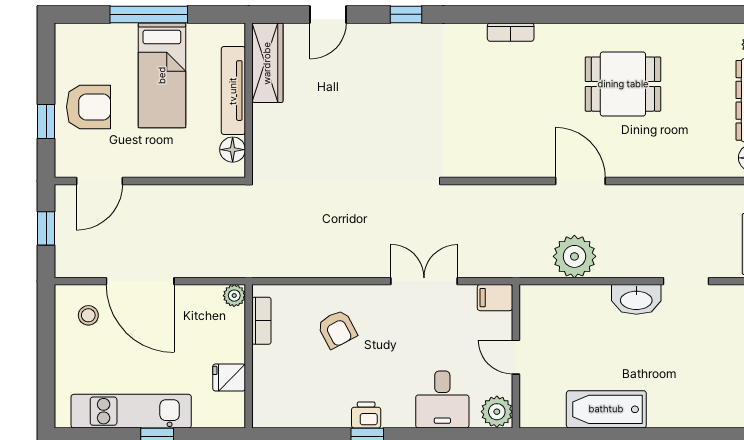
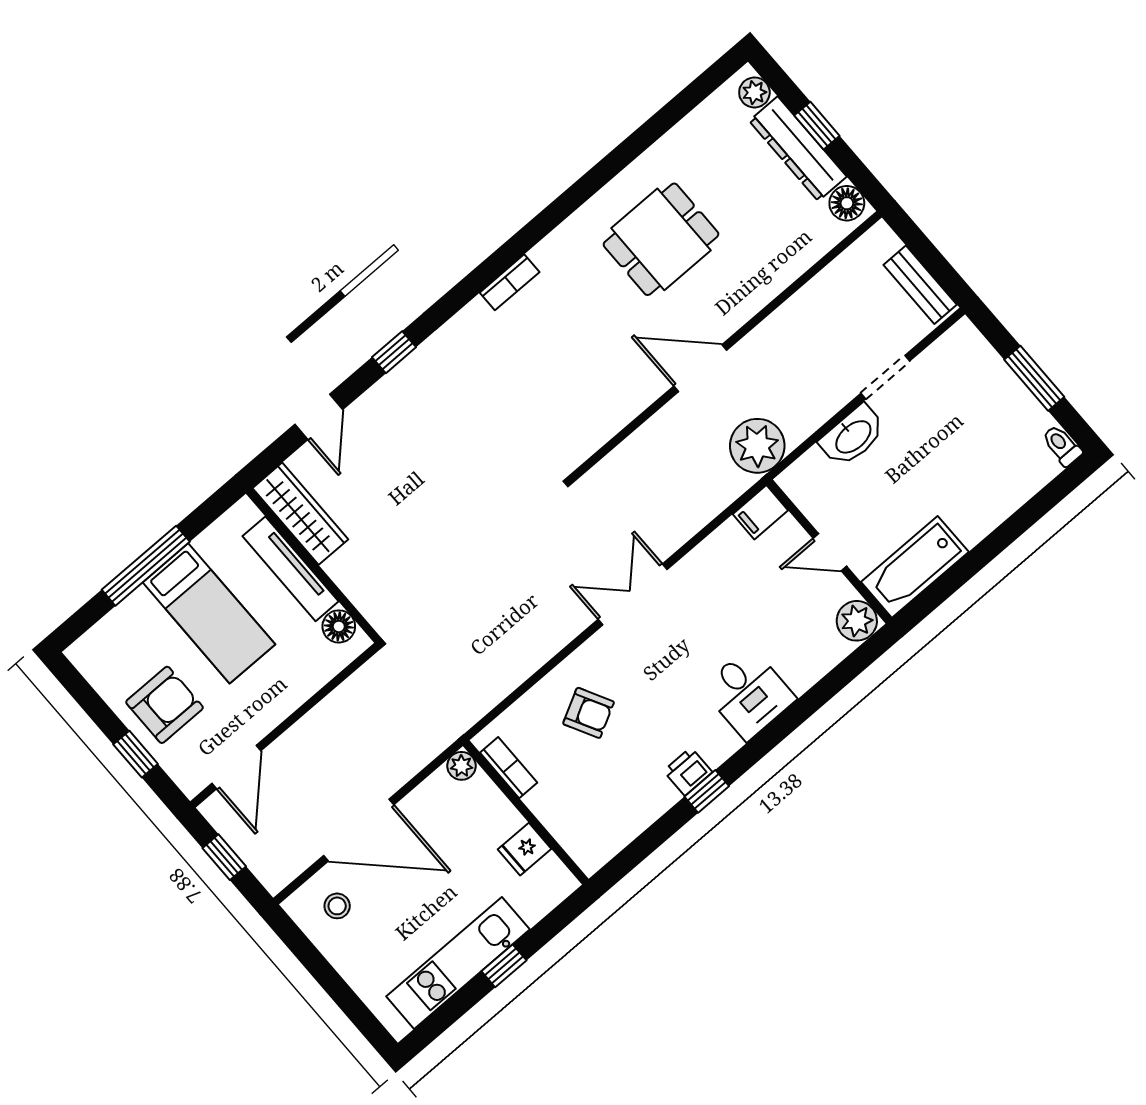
filing cabinet: (495, 298) -> (760, 512), moved
wall: (516, 356) -> (829, 551), moved
door: (516, 357) -> (830, 552), moved
plant: (497, 412) -> (857, 621), moved

